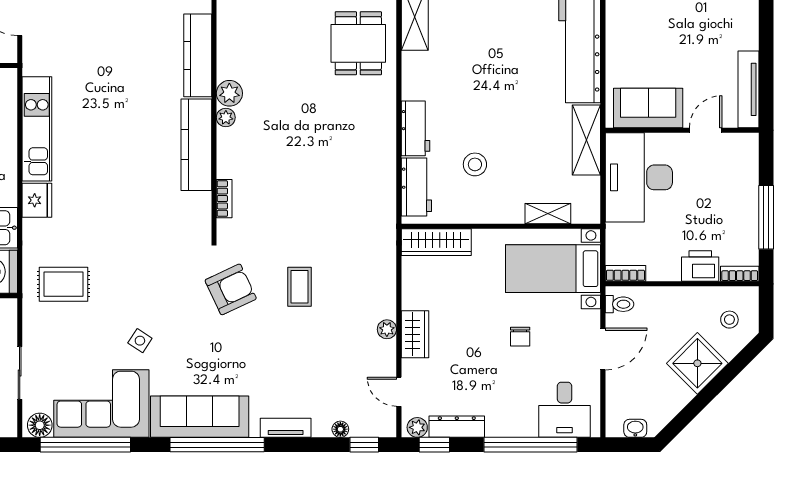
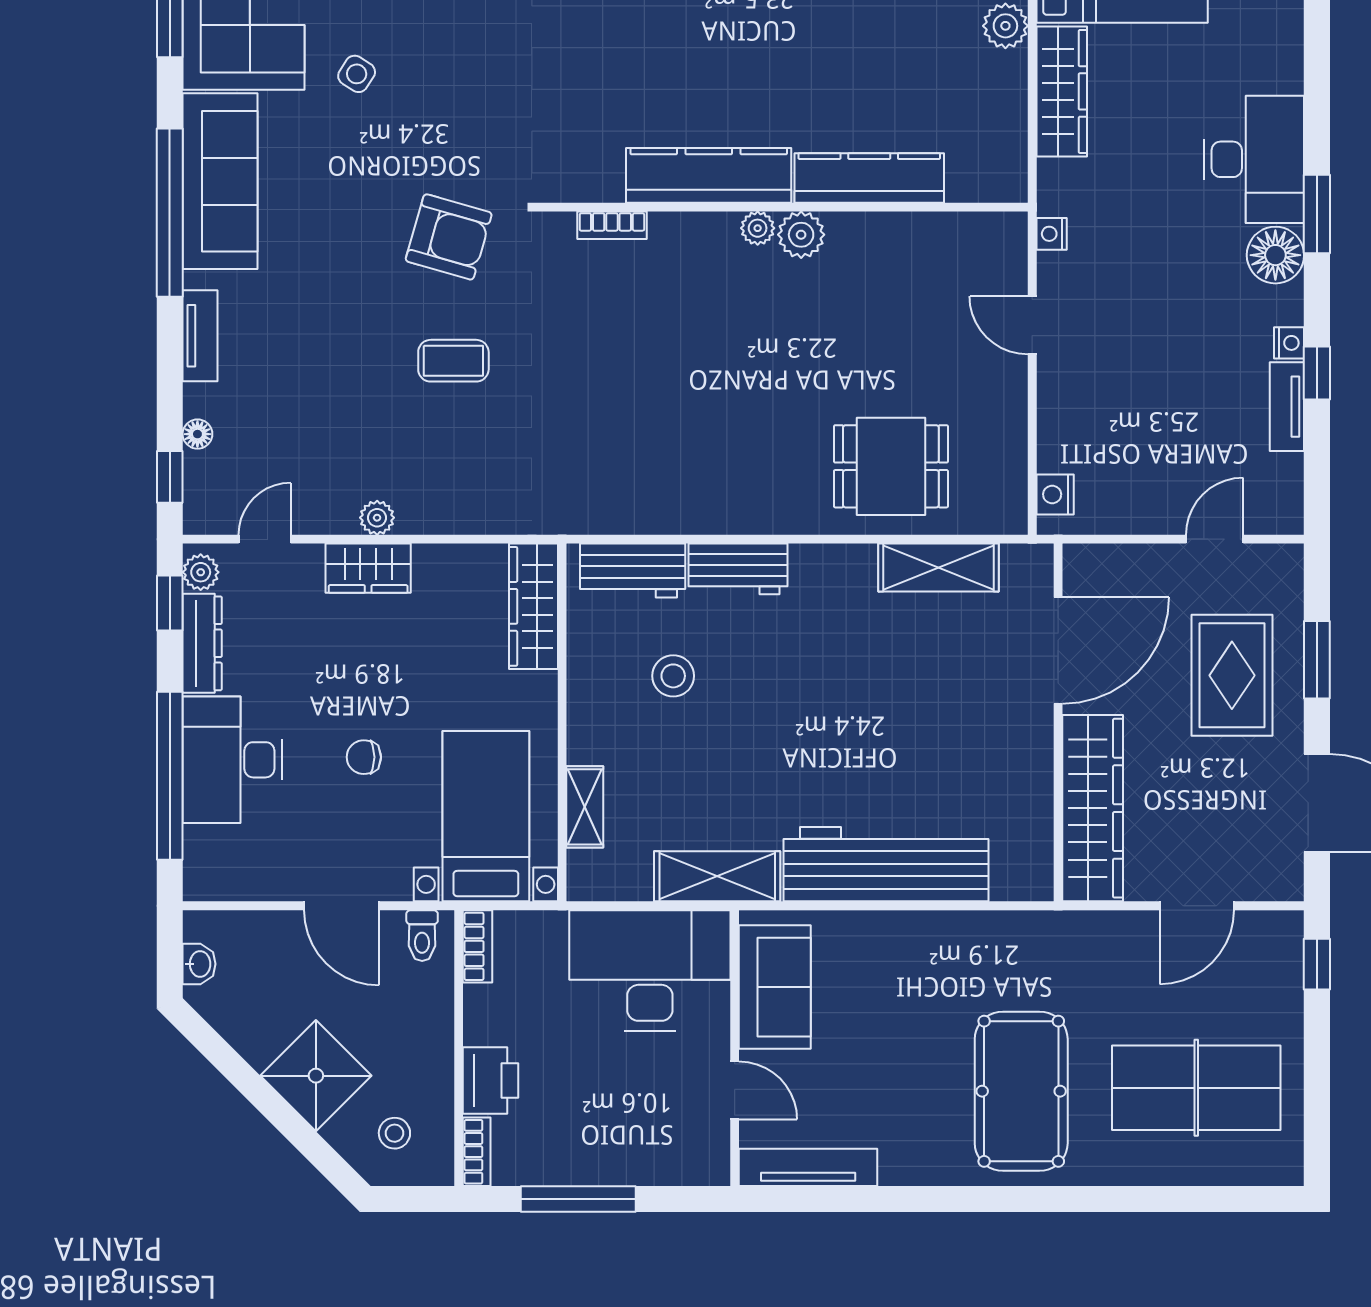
armchair: (231, 289) -> (449, 237), turned -49
desk: (565, 410) -> (232, 760), moved, width x1.37

